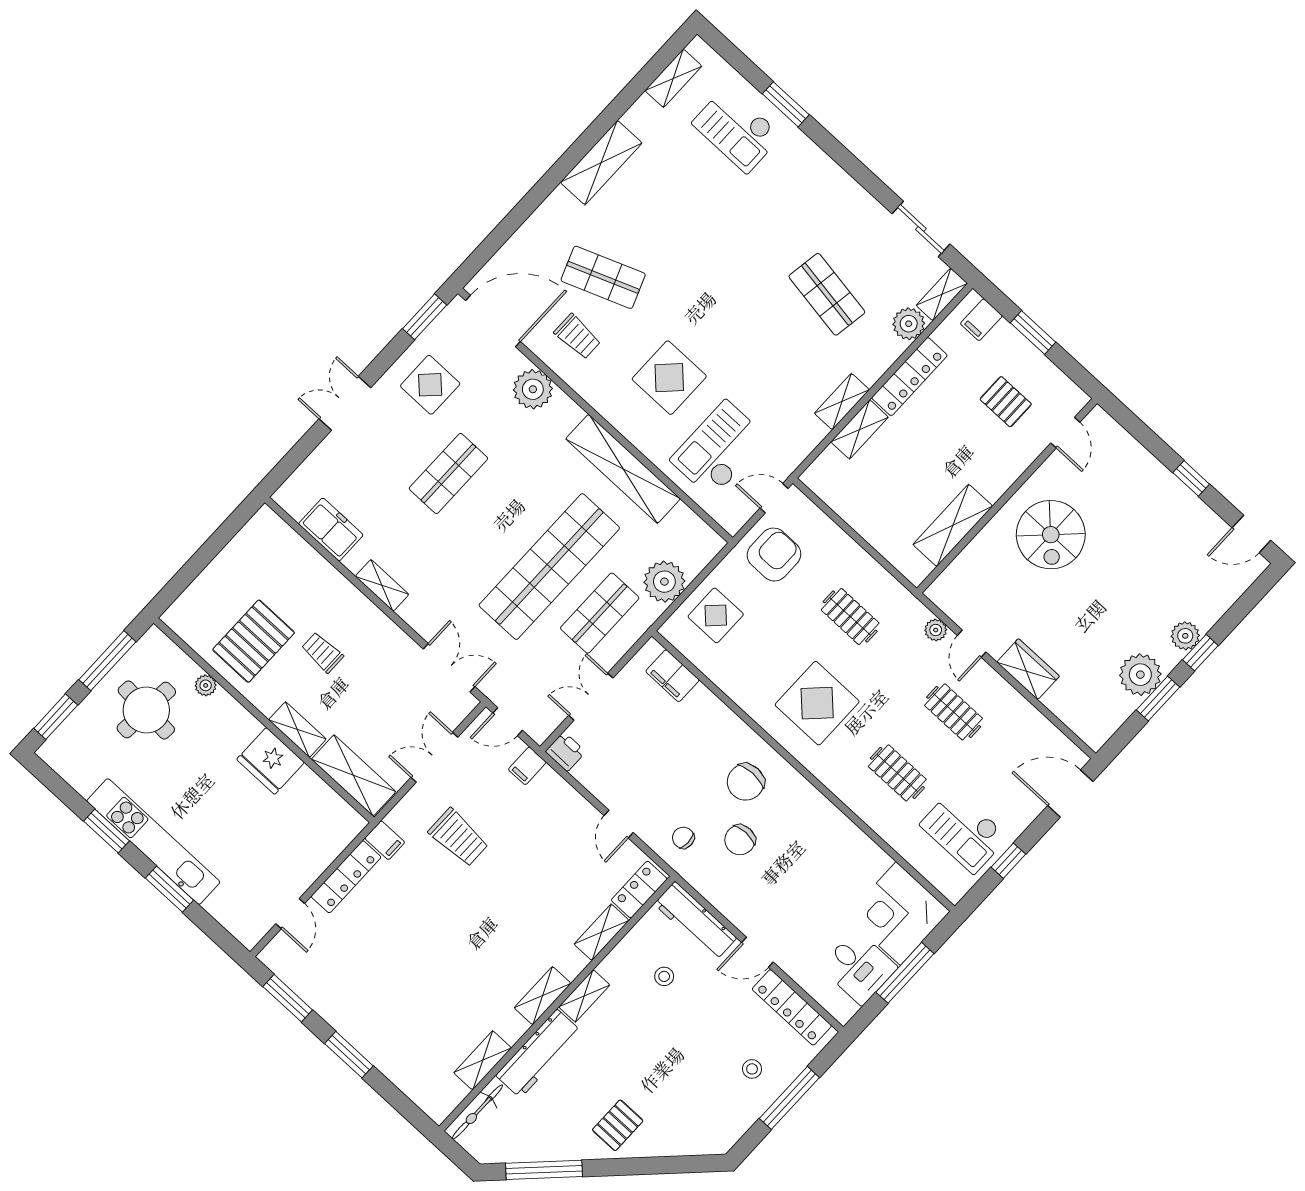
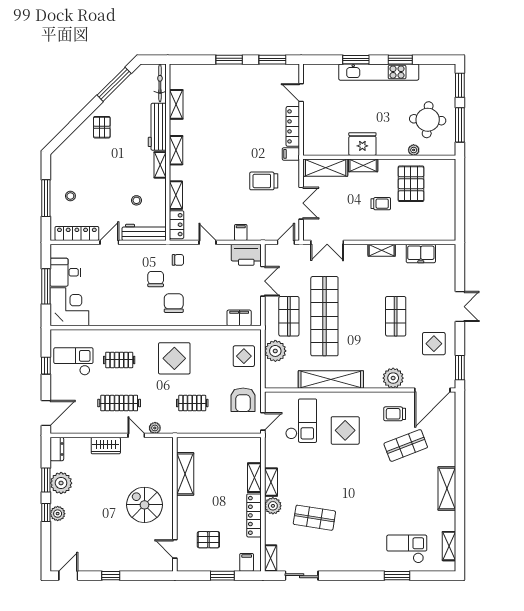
plant: (909, 324) -> (273, 506), moved
clothes rail: (954, 712) -> (119, 403), width x1.36
dresser: (1102, 728) -> (57, 449), added
printer: (565, 752) -> (246, 255), width x1.87, depth x1.48
filing cabinet: (527, 766) -> (241, 232), moved

